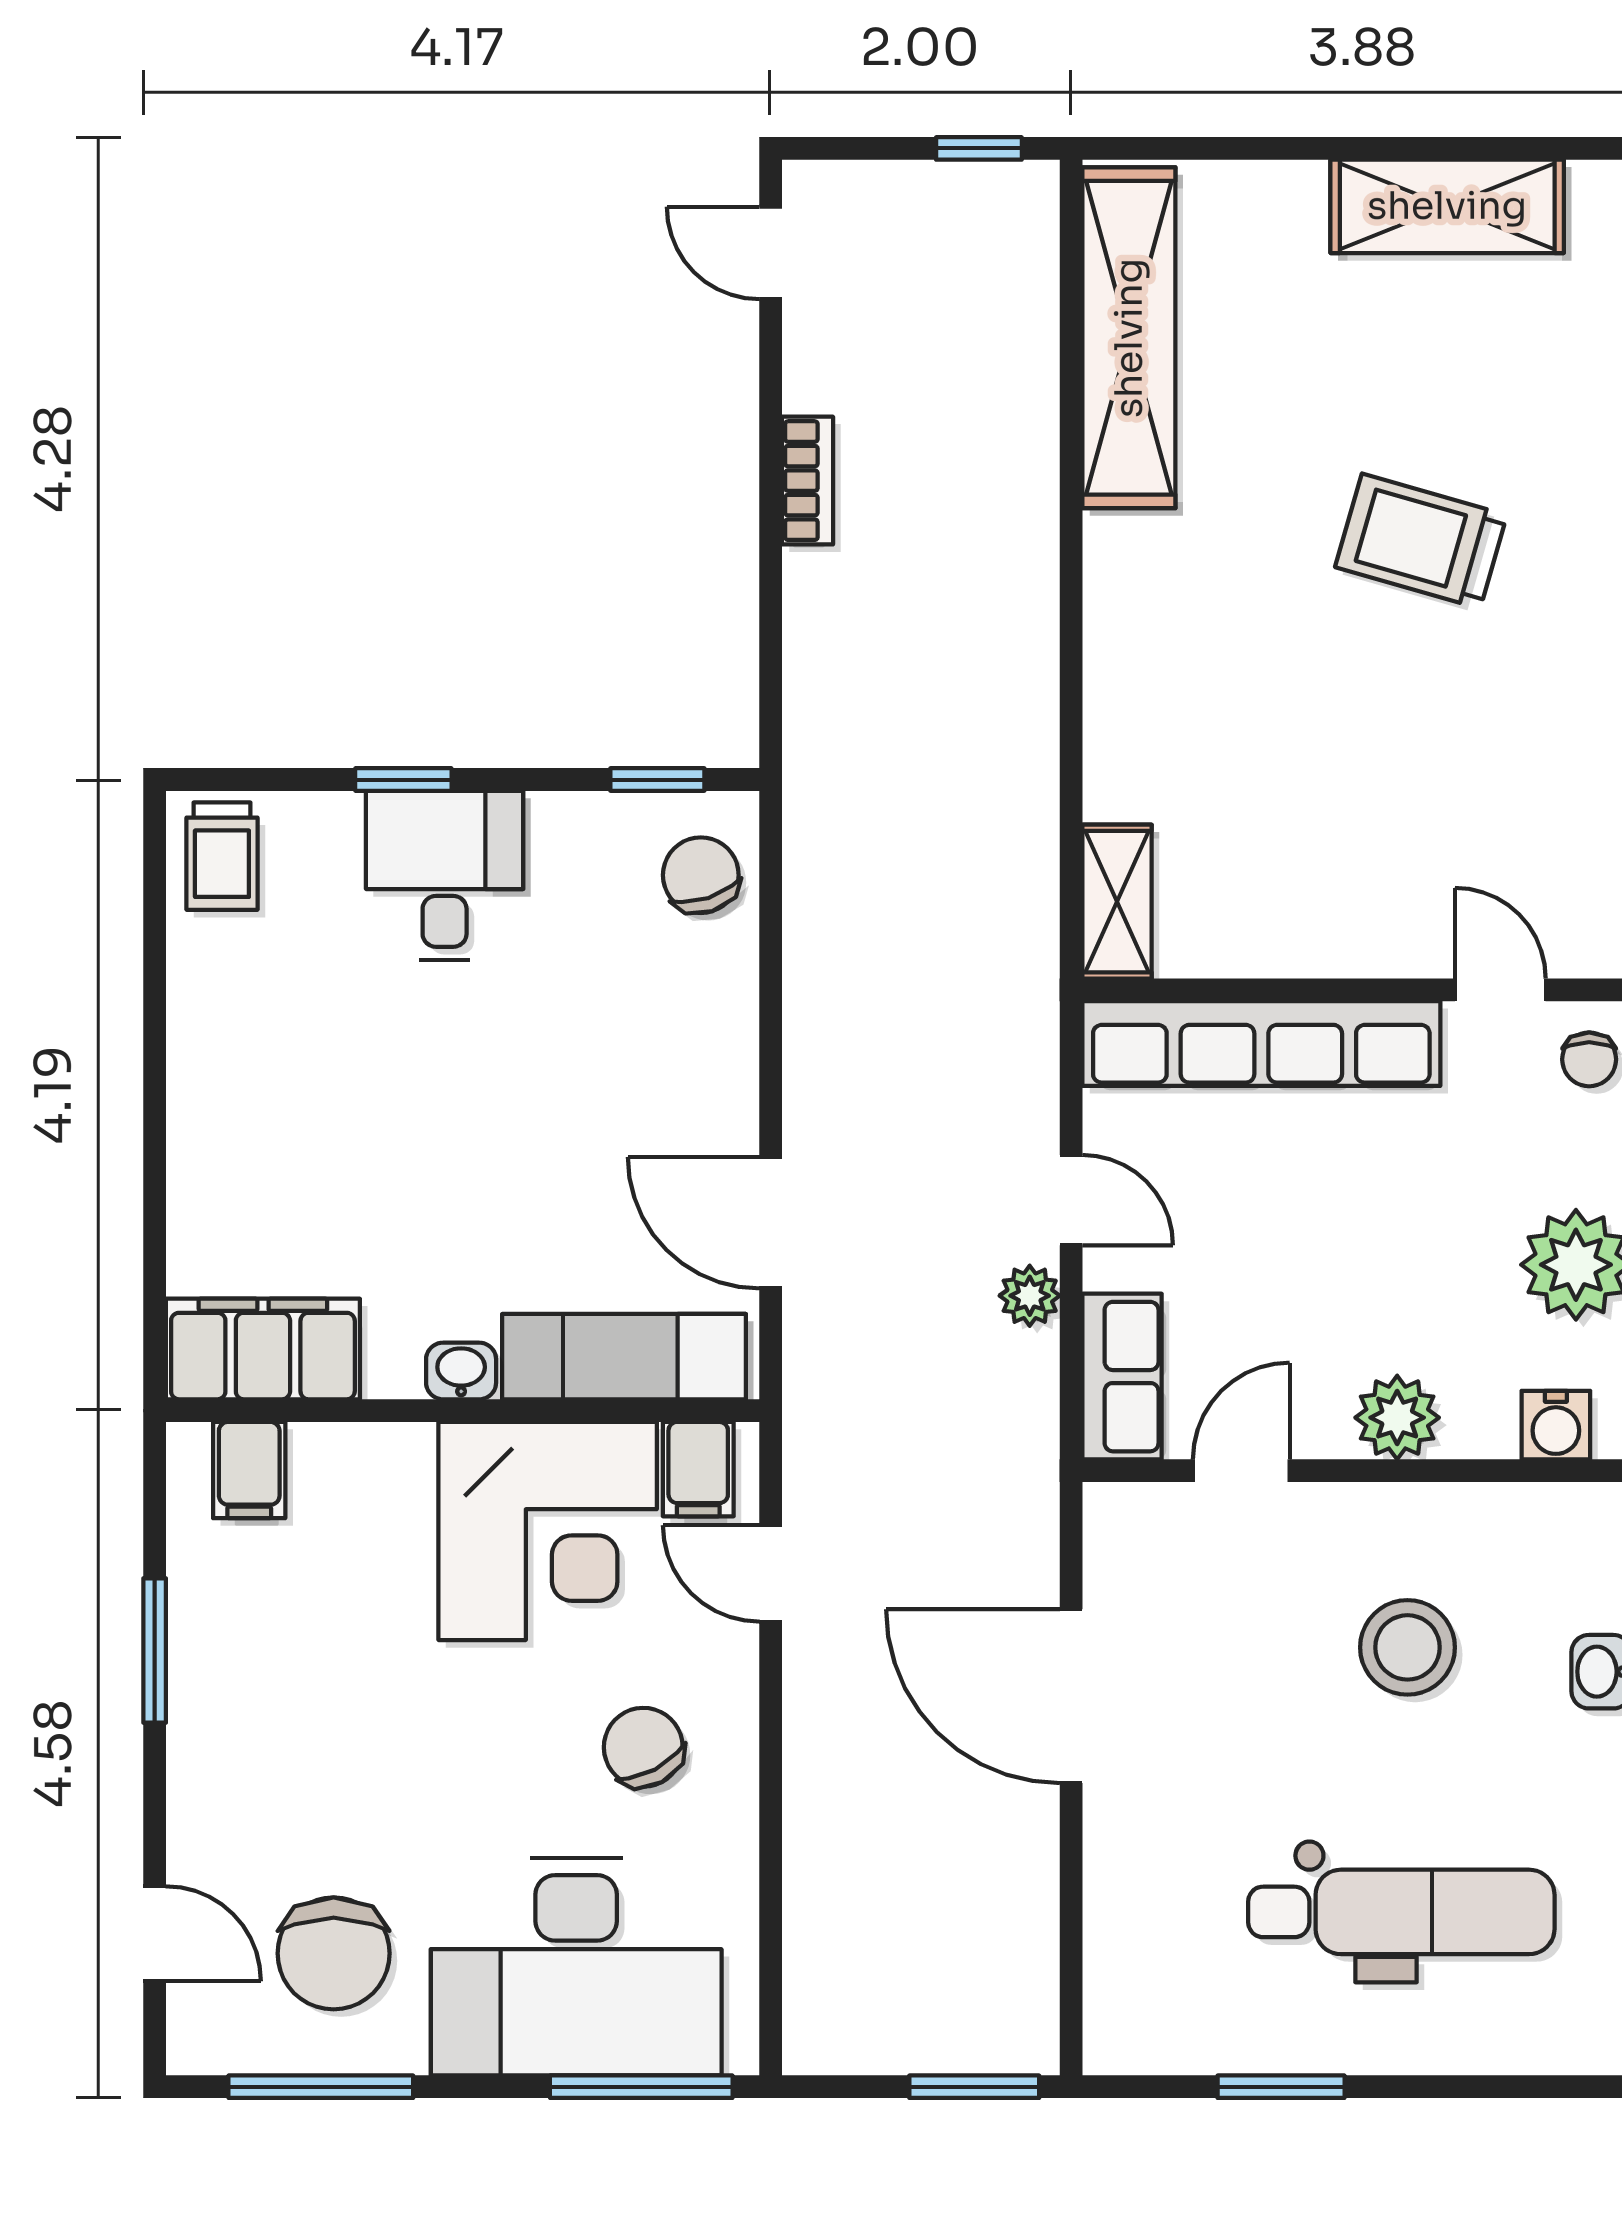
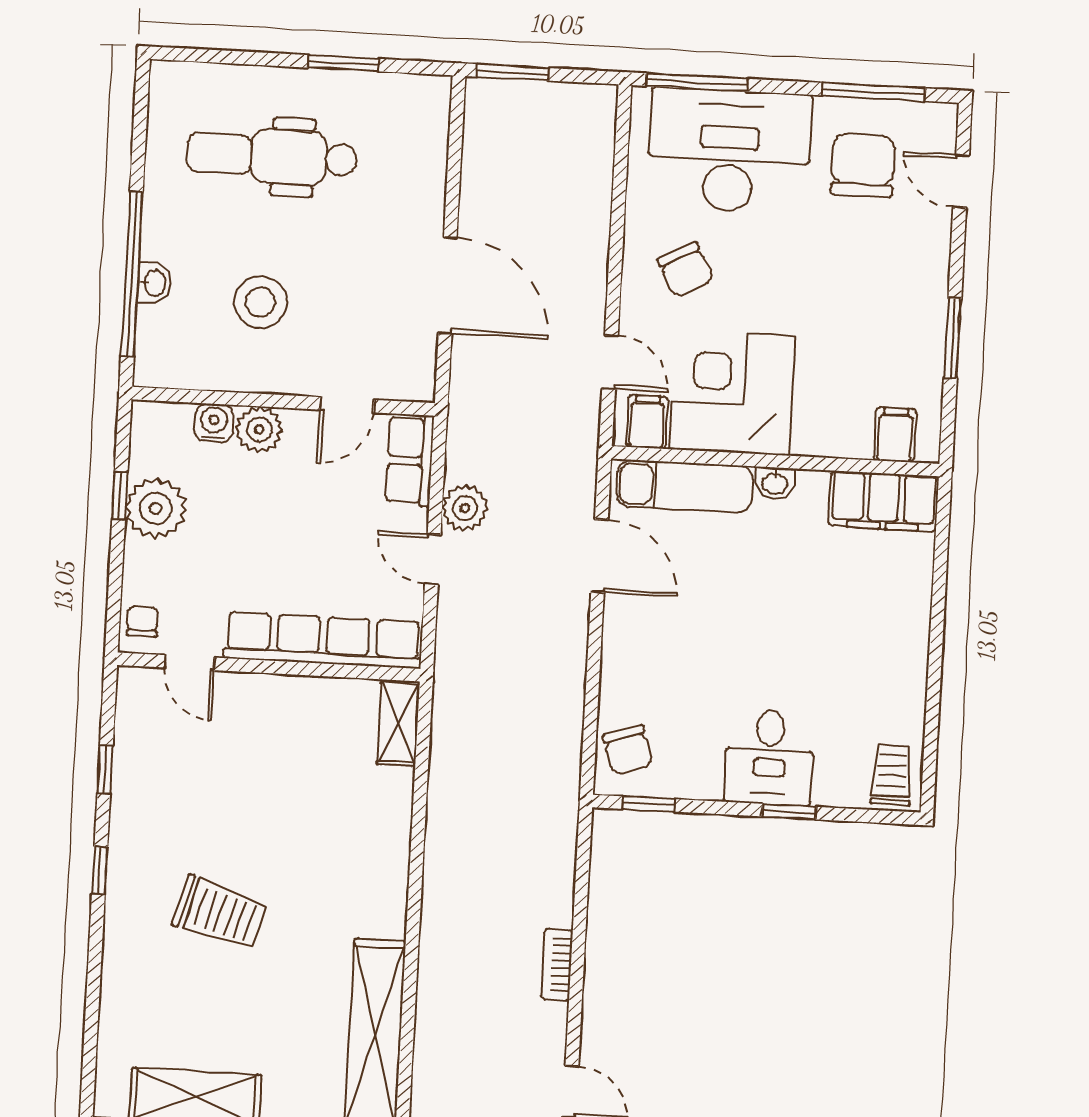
plant: (1030, 1296) -> (465, 508), width x1.38, depth x1.38
water cooler: (1556, 1425) -> (214, 423), moved

